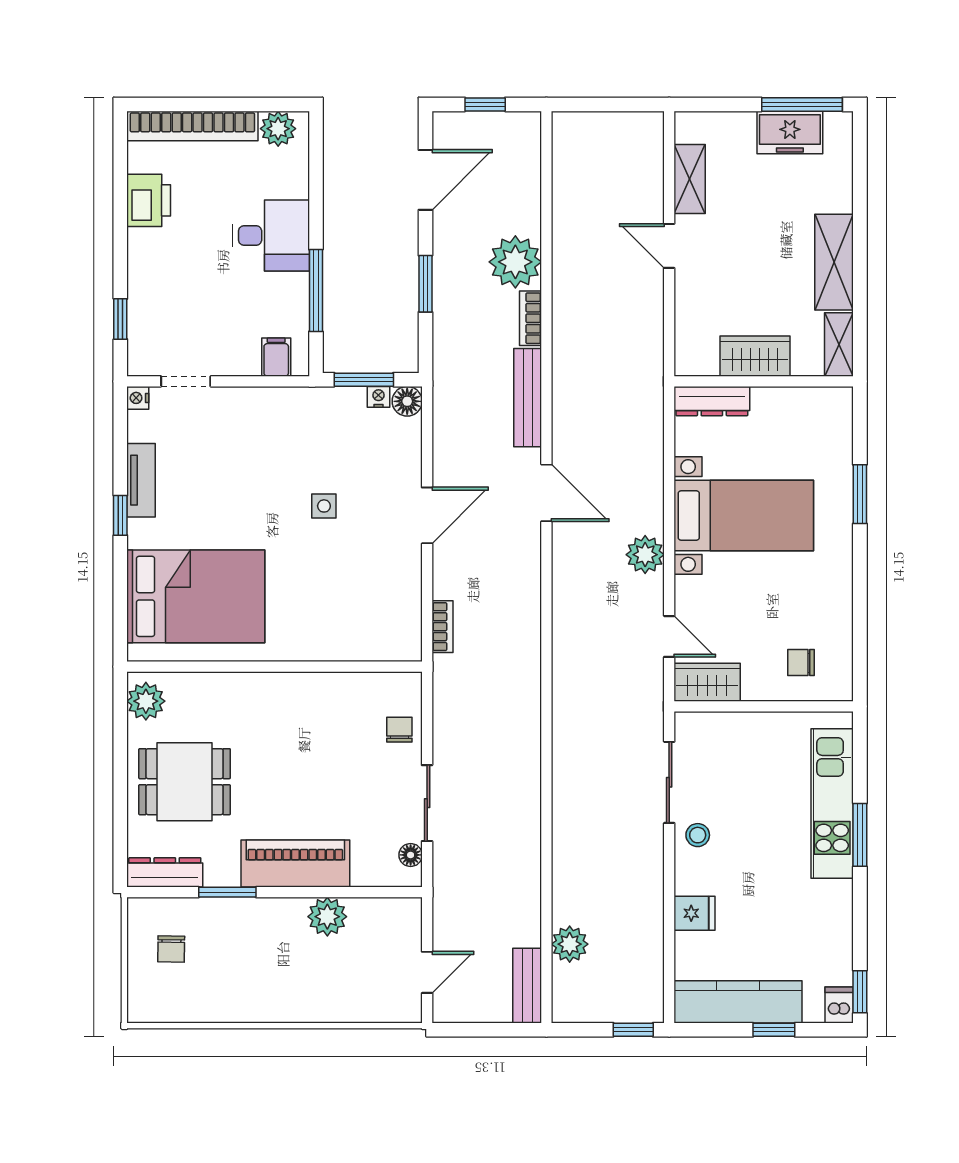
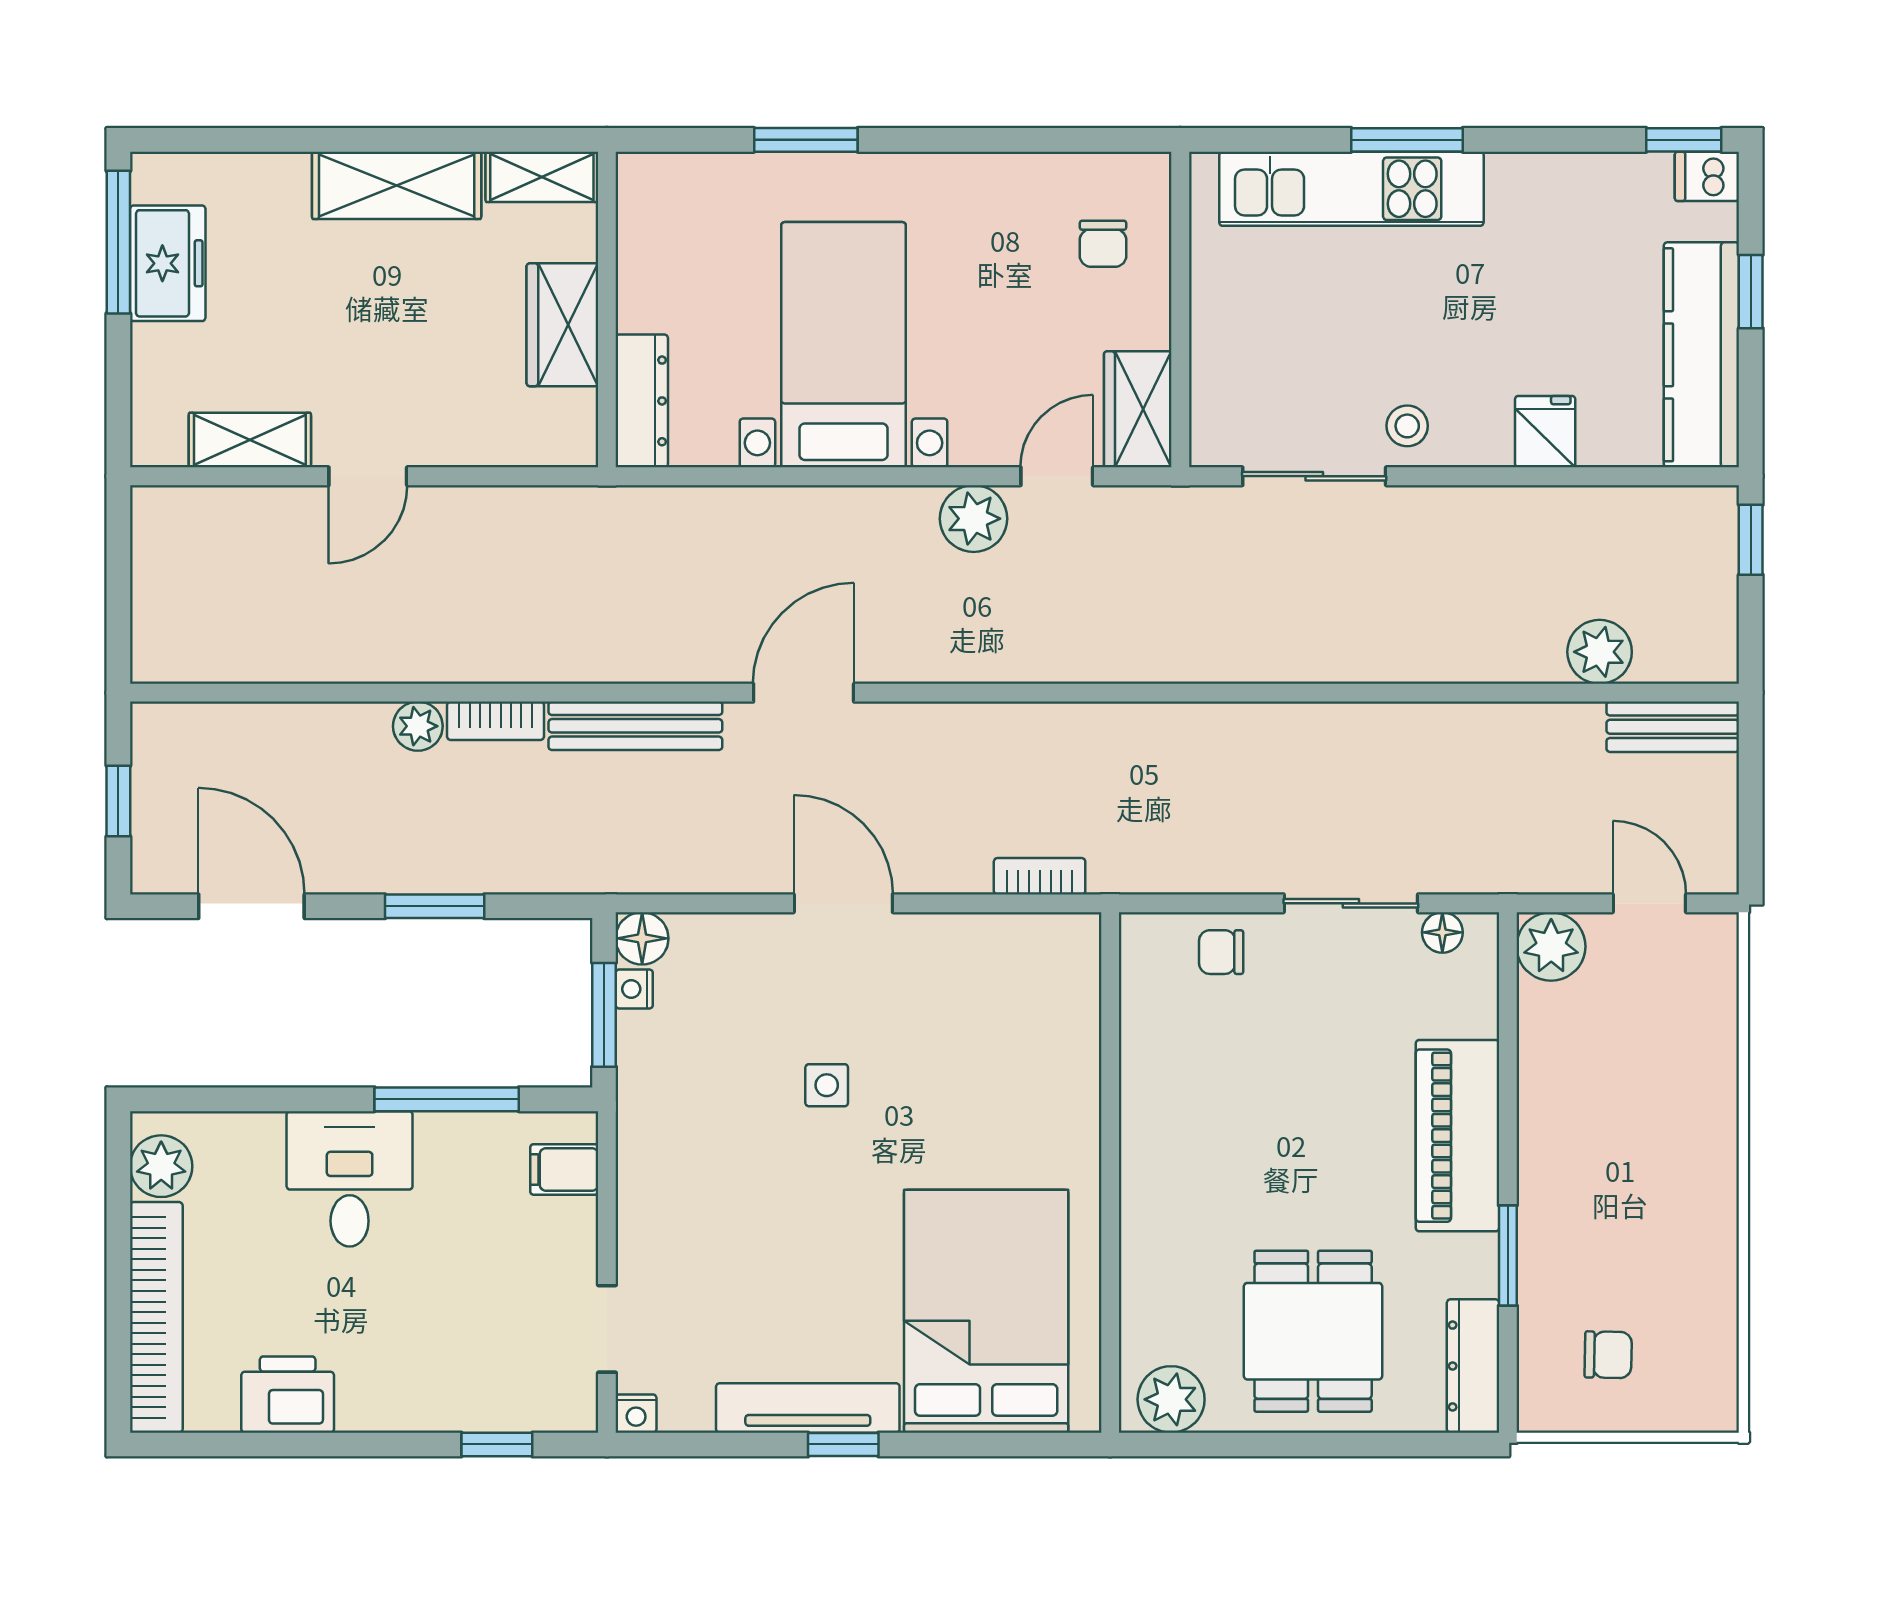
plant: (515, 262) -> (418, 726), width x0.53, depth x0.53
tv unit: (141, 480) -> (808, 1408), width x1.41
plant: (645, 555) -> (974, 519), moved
plant: (327, 917) -> (1551, 946), moved

